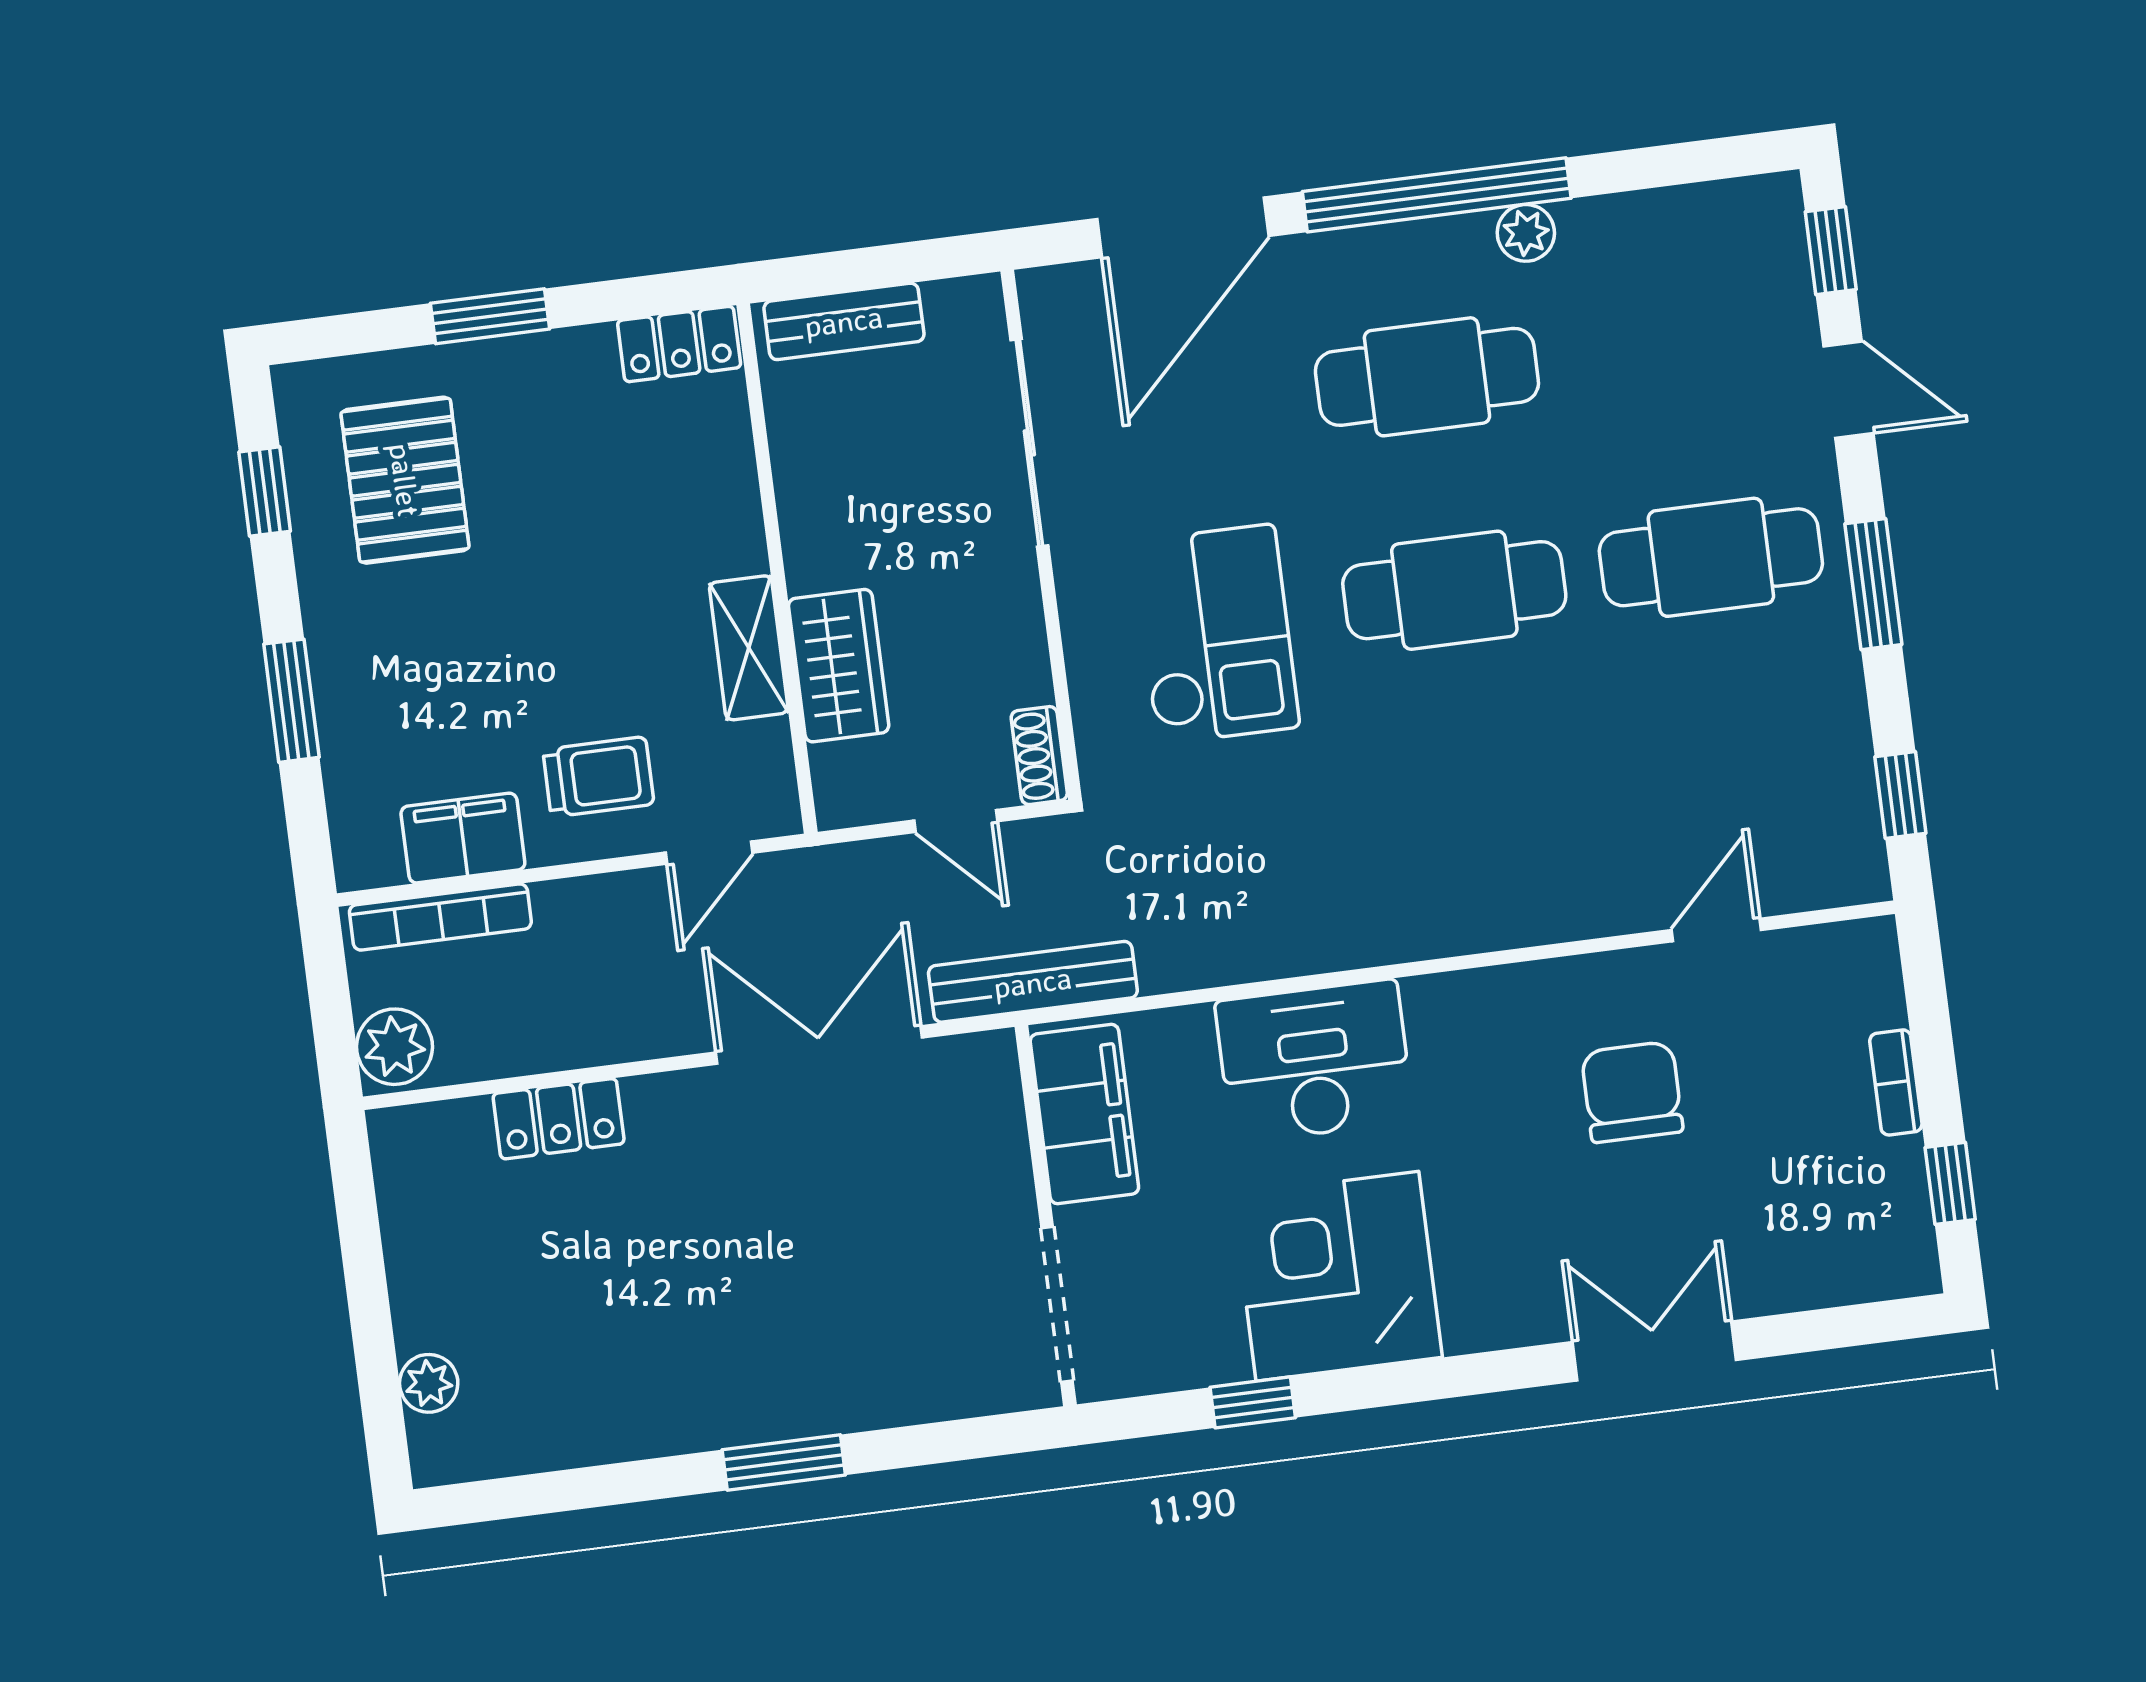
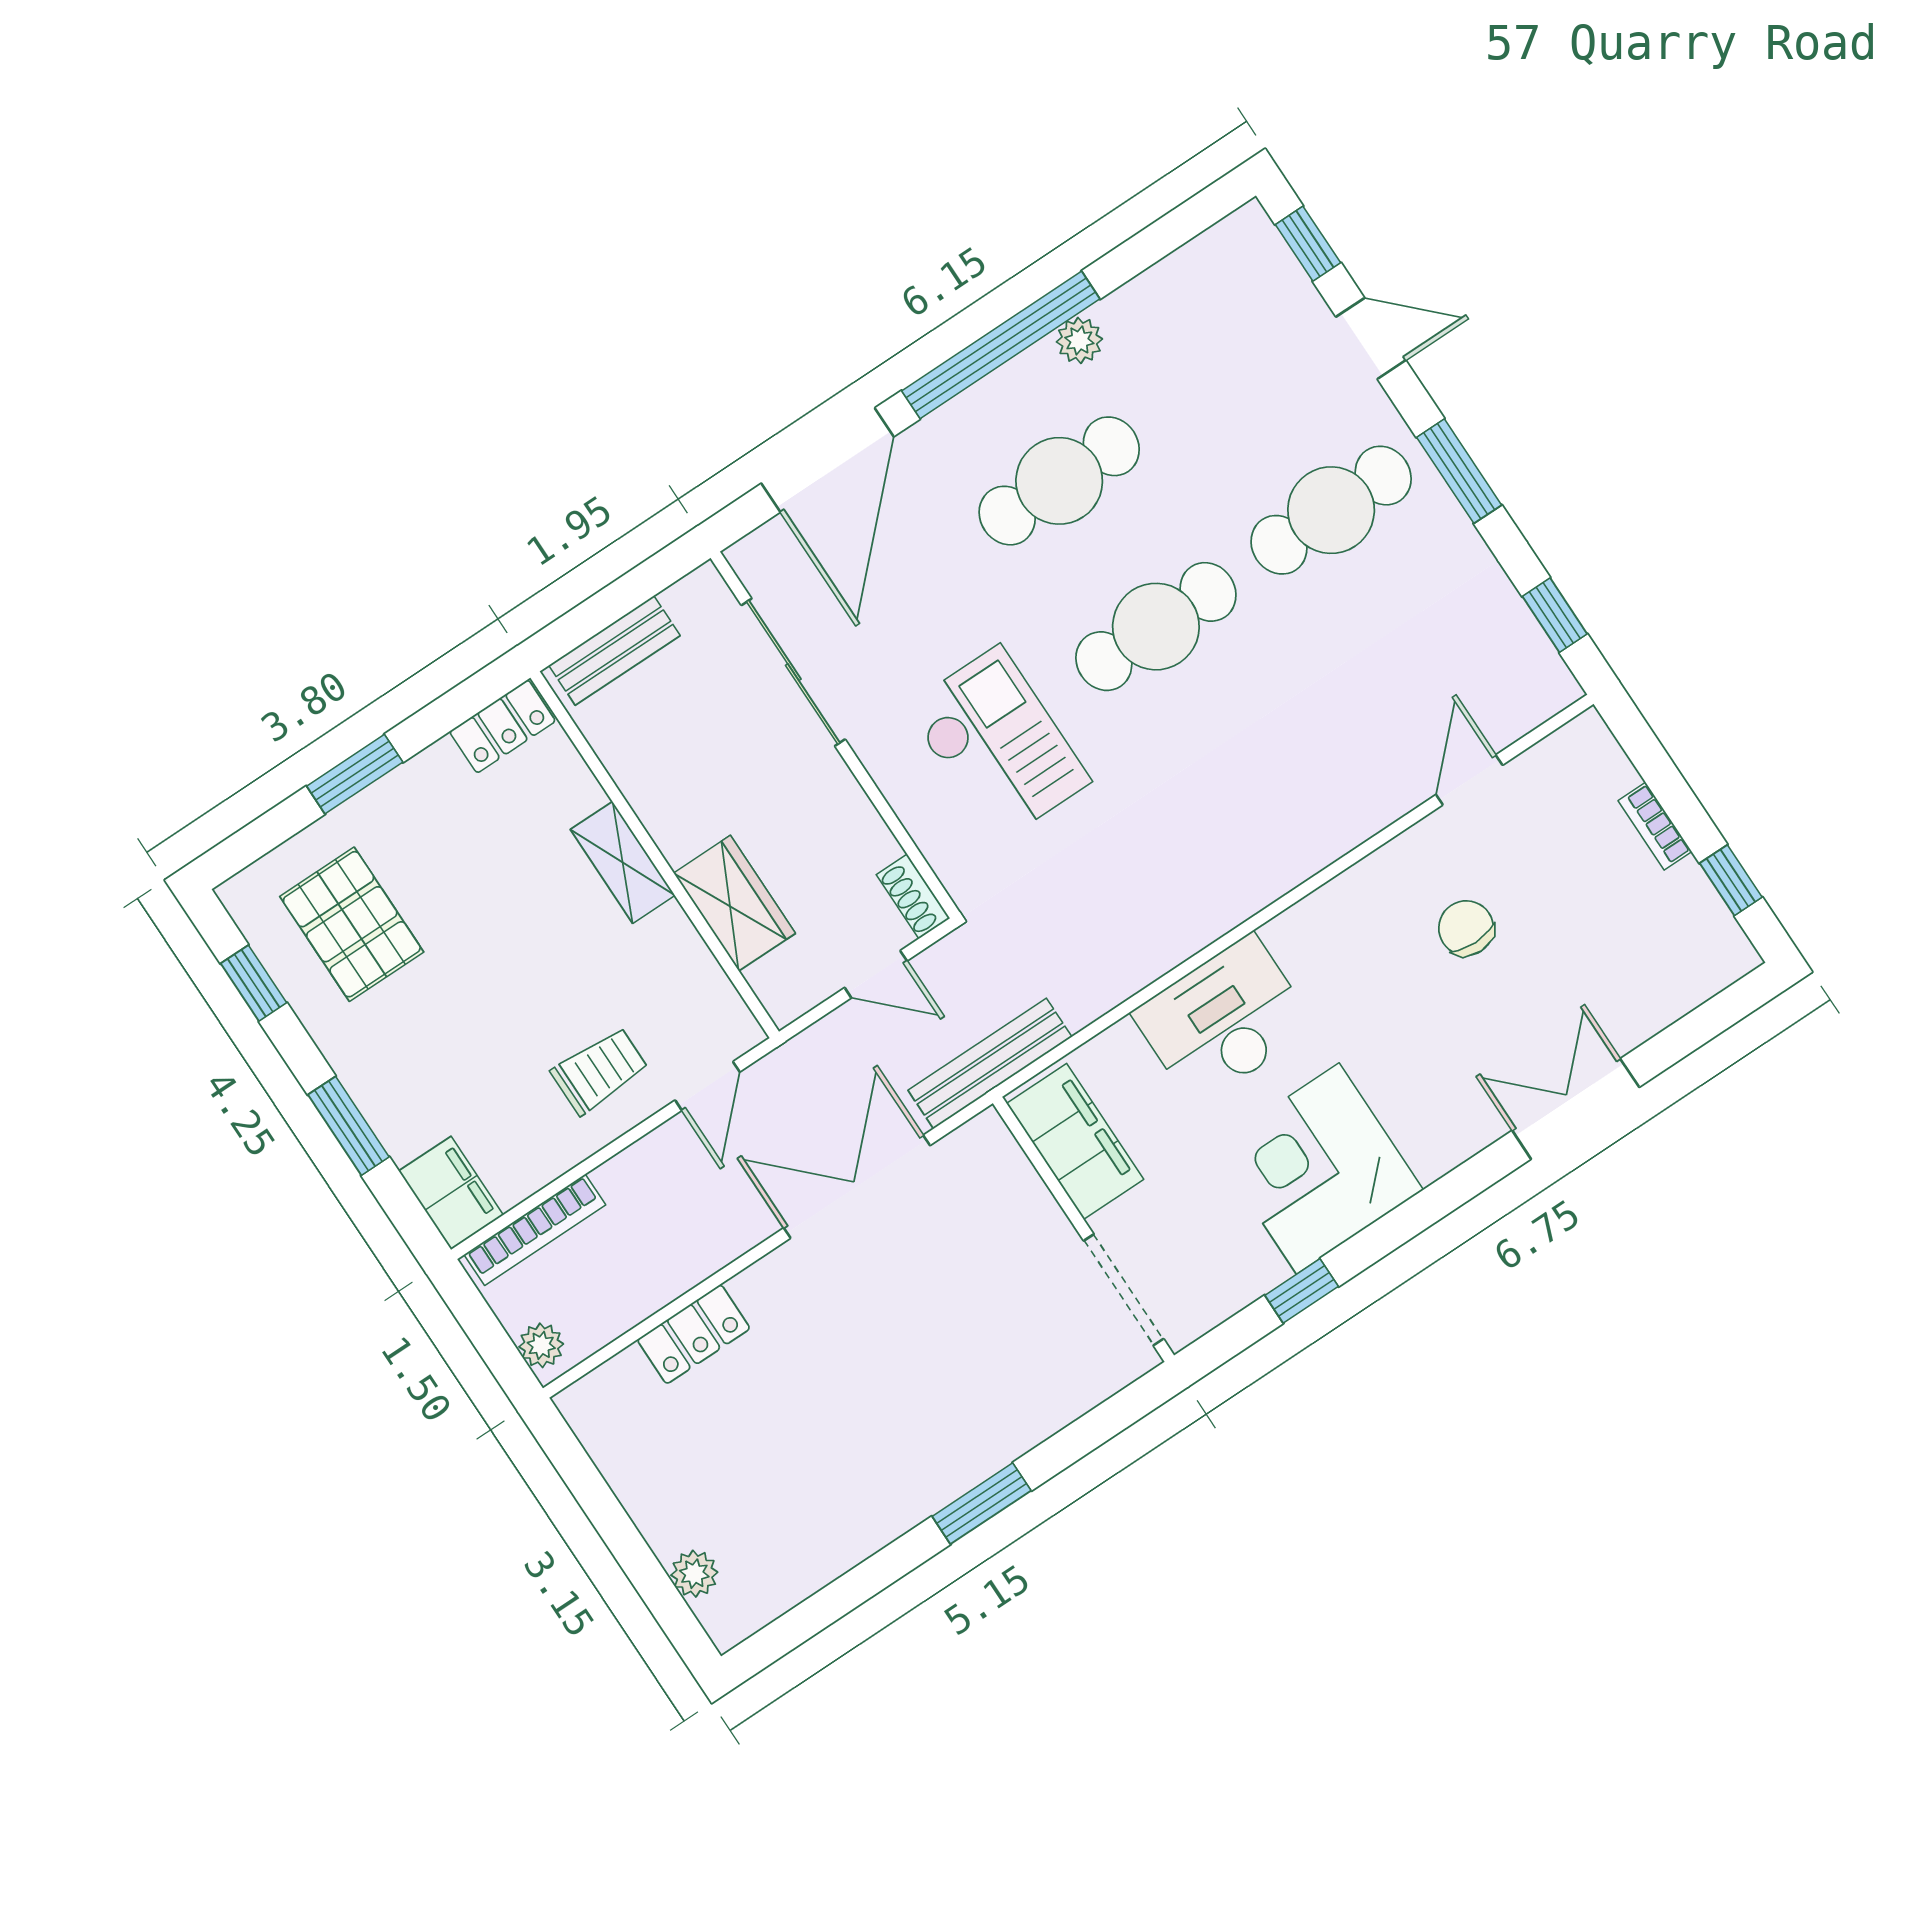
shelving: (749, 648) -> (623, 862), moved
filing cabinet: (463, 838) -> (451, 1193), moved, turned 90
plant: (395, 1047) -> (541, 1345), width x0.73, depth x0.73
chair: (1632, 1092) -> (1466, 928), width x0.73, depth x0.73

